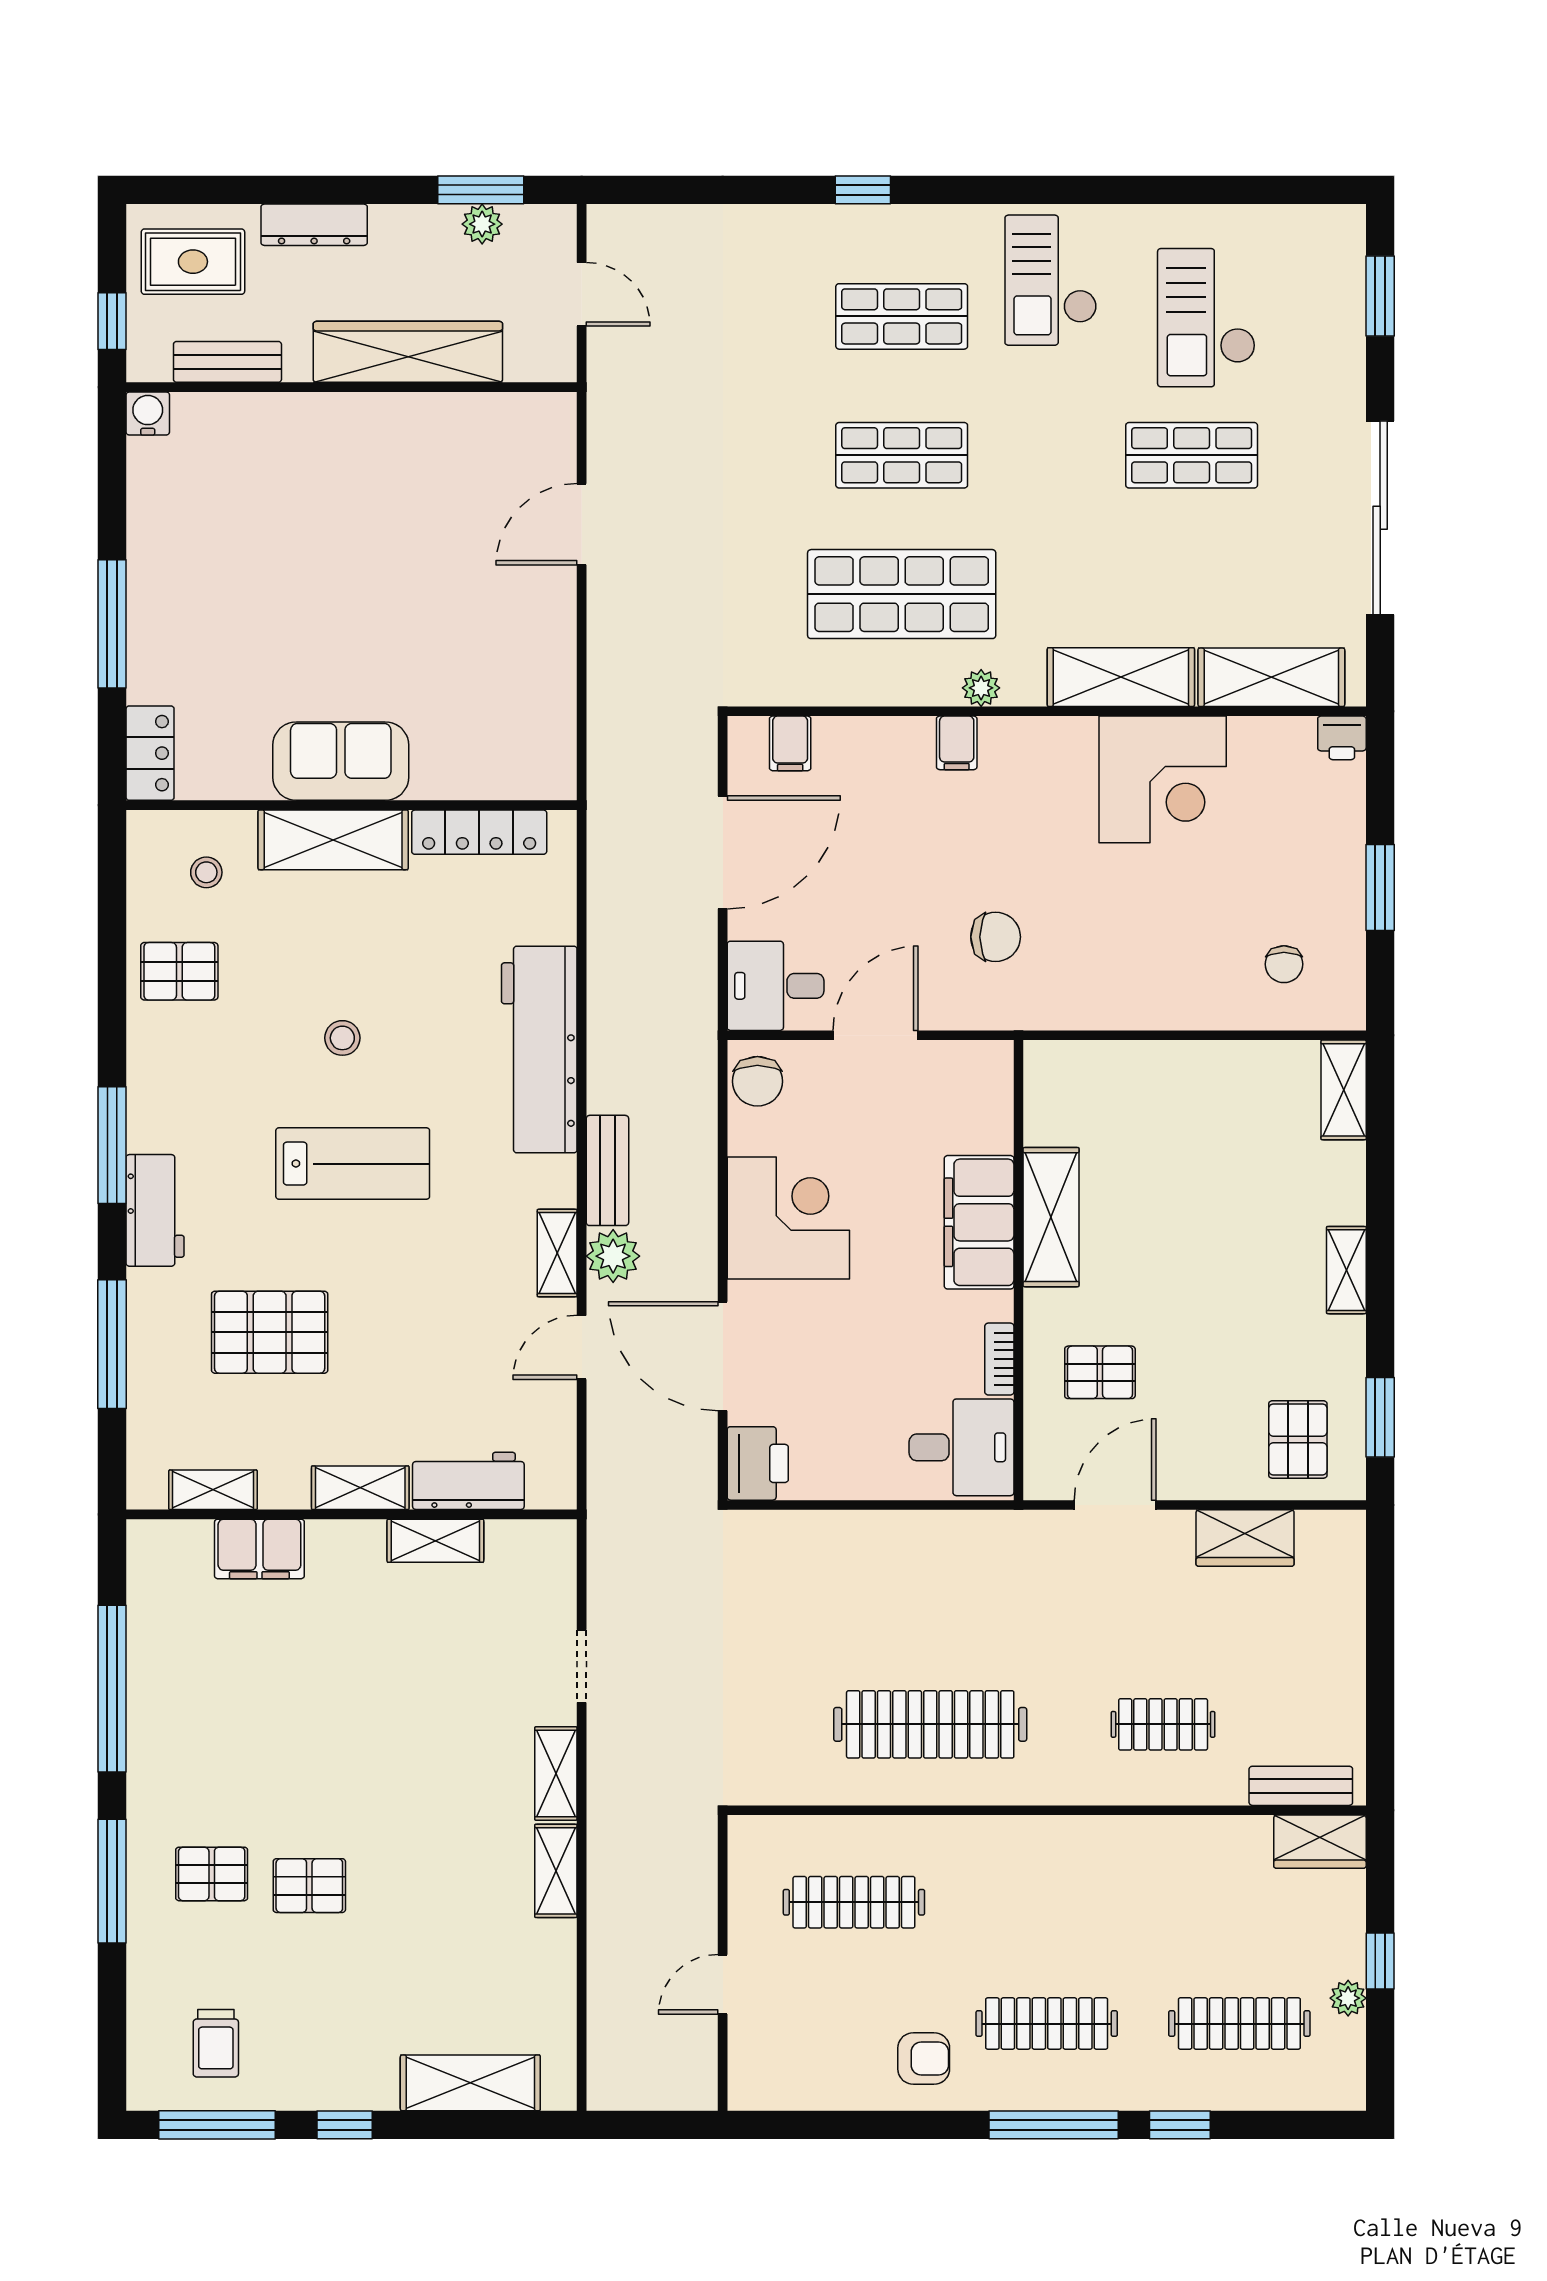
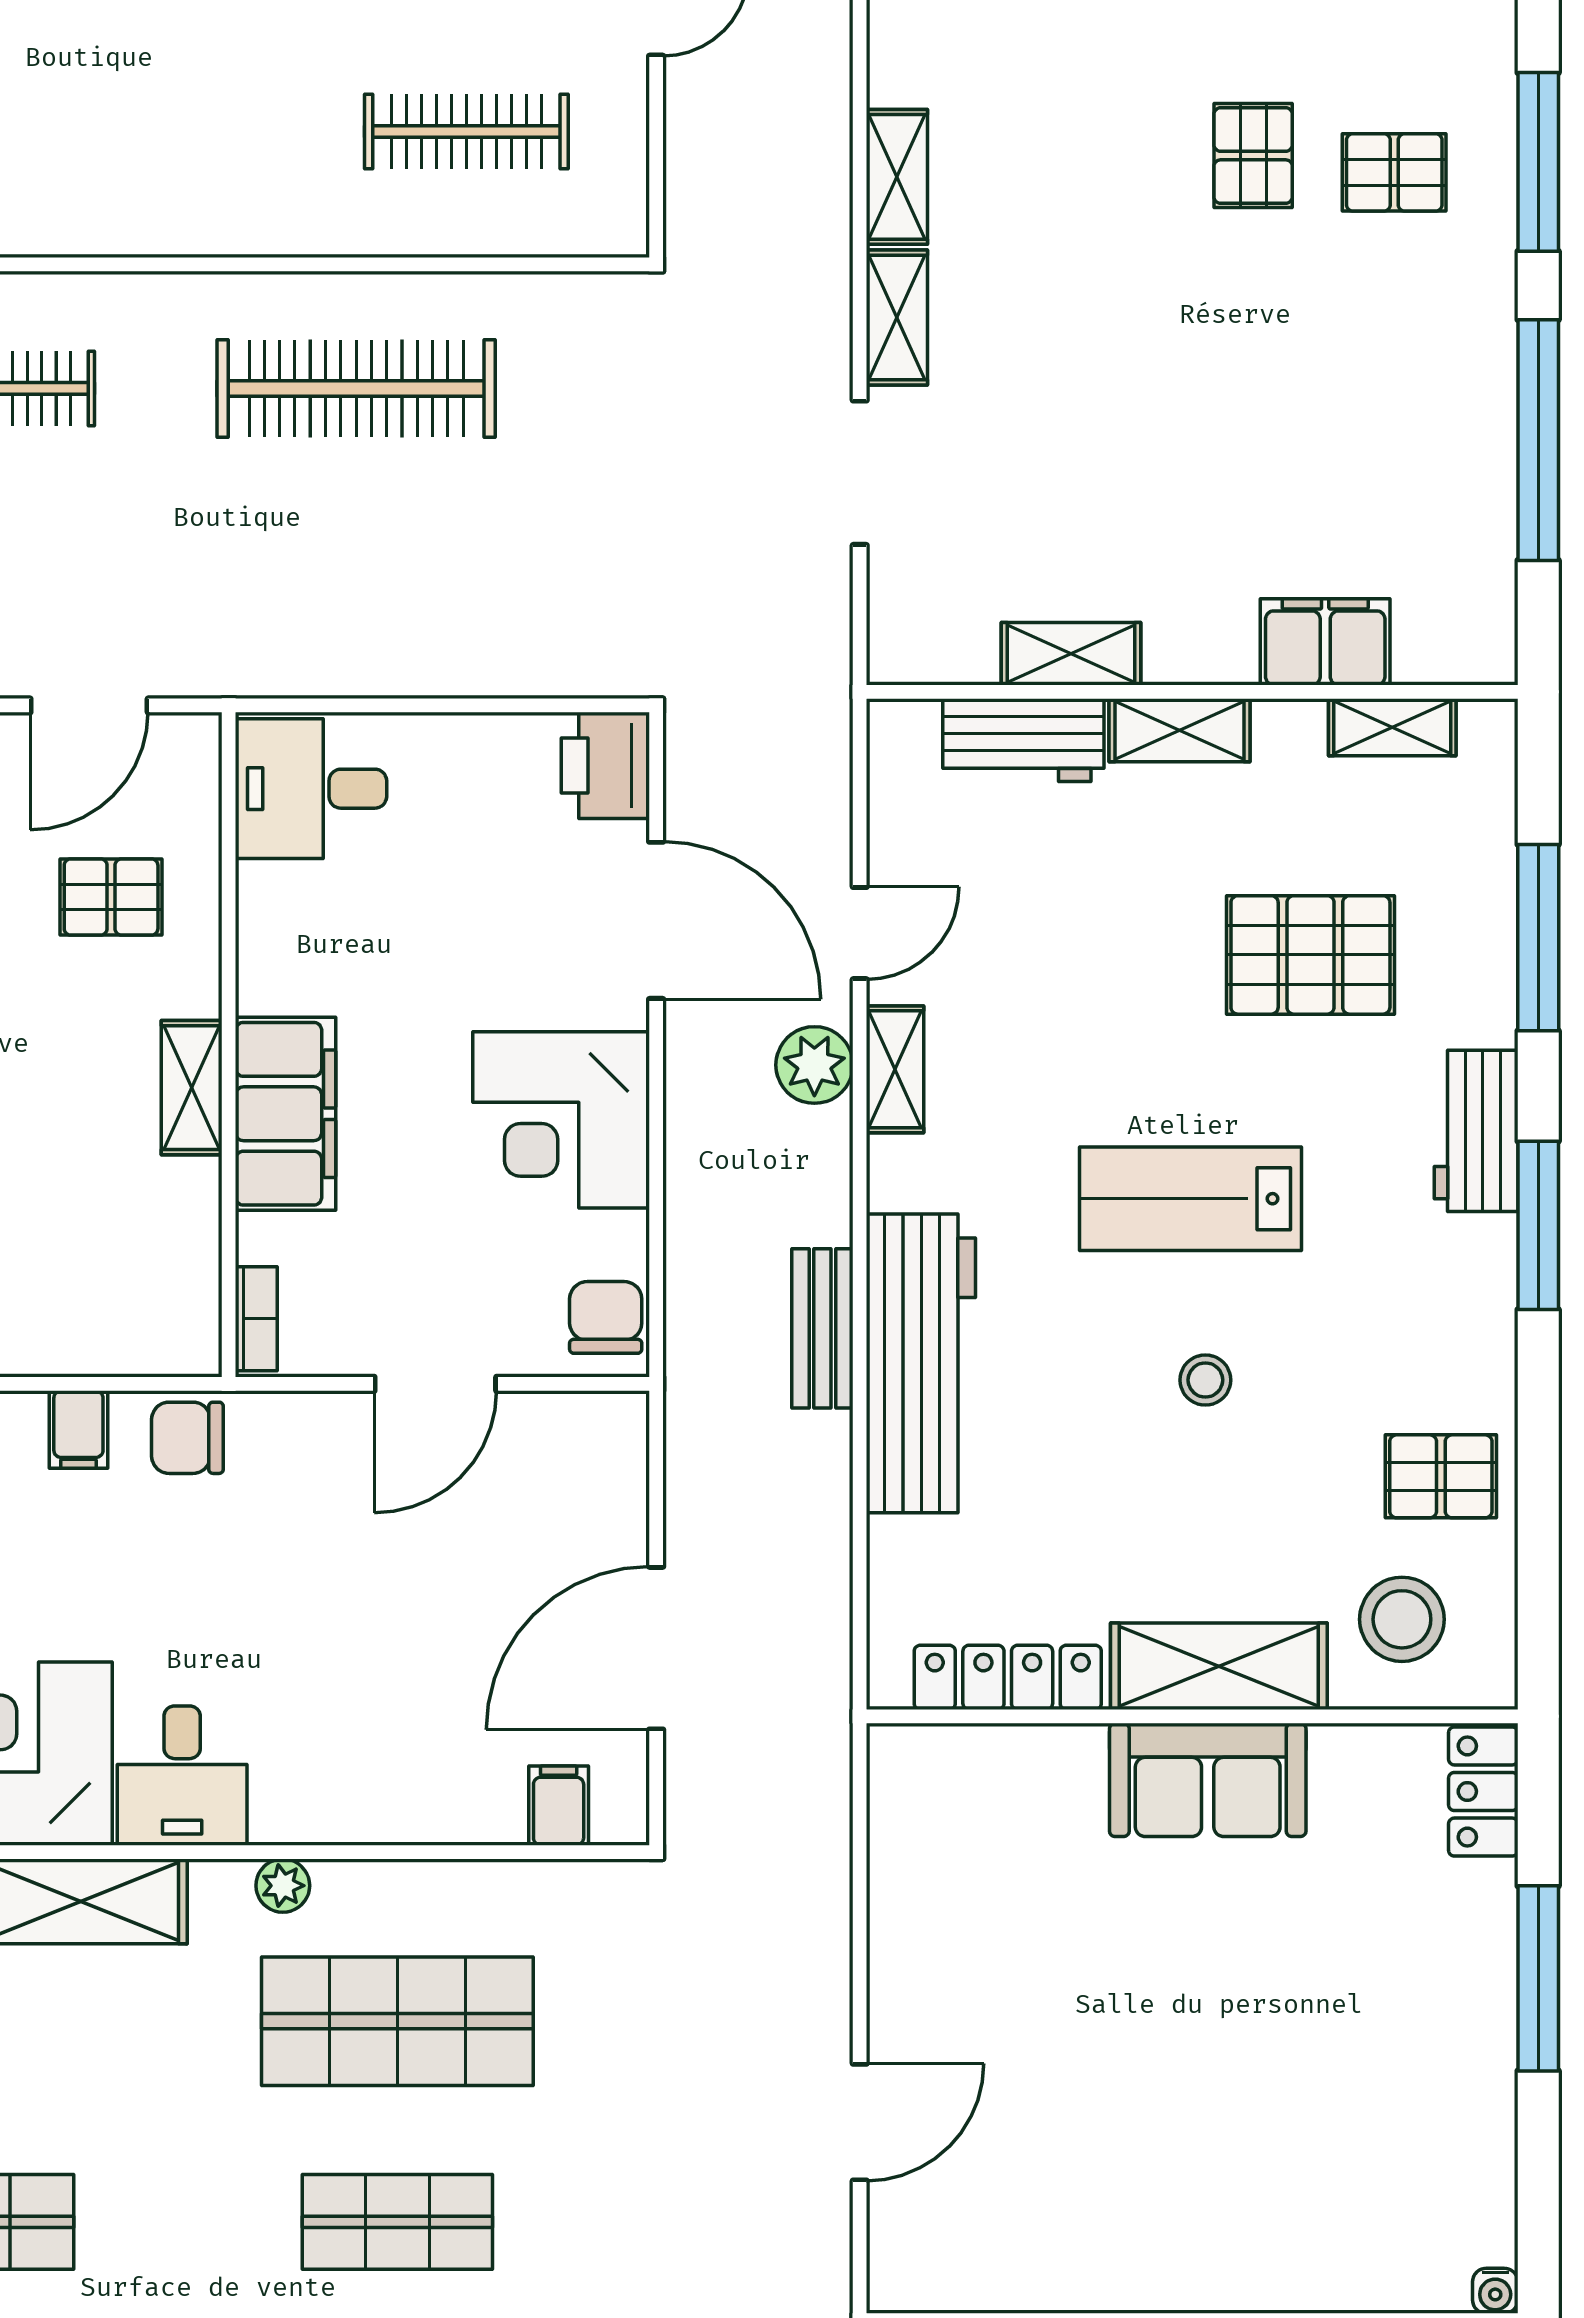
water cooler: (148, 413) -> (1495, 2291), width x0.72, depth x0.72
filing cabinet: (957, 743) -> (78, 1430), moved, turned 180
stool: (206, 872) -> (1402, 1619), width x1.89, depth x1.89
chair: (996, 937) -> (187, 1438), moved
desk: (776, 986) -> (182, 1776), moved, turned 90
bench: (607, 1170) -> (822, 1328), moved
shelving: (1051, 1217) -> (192, 1088), width x0.67, depth x0.75
bookcase: (999, 1359) -> (256, 1319), moved
doorway: (582, 1666) -> (860, 473), width x1.38
pallet: (309, 1886) -> (1253, 156), turned 90

